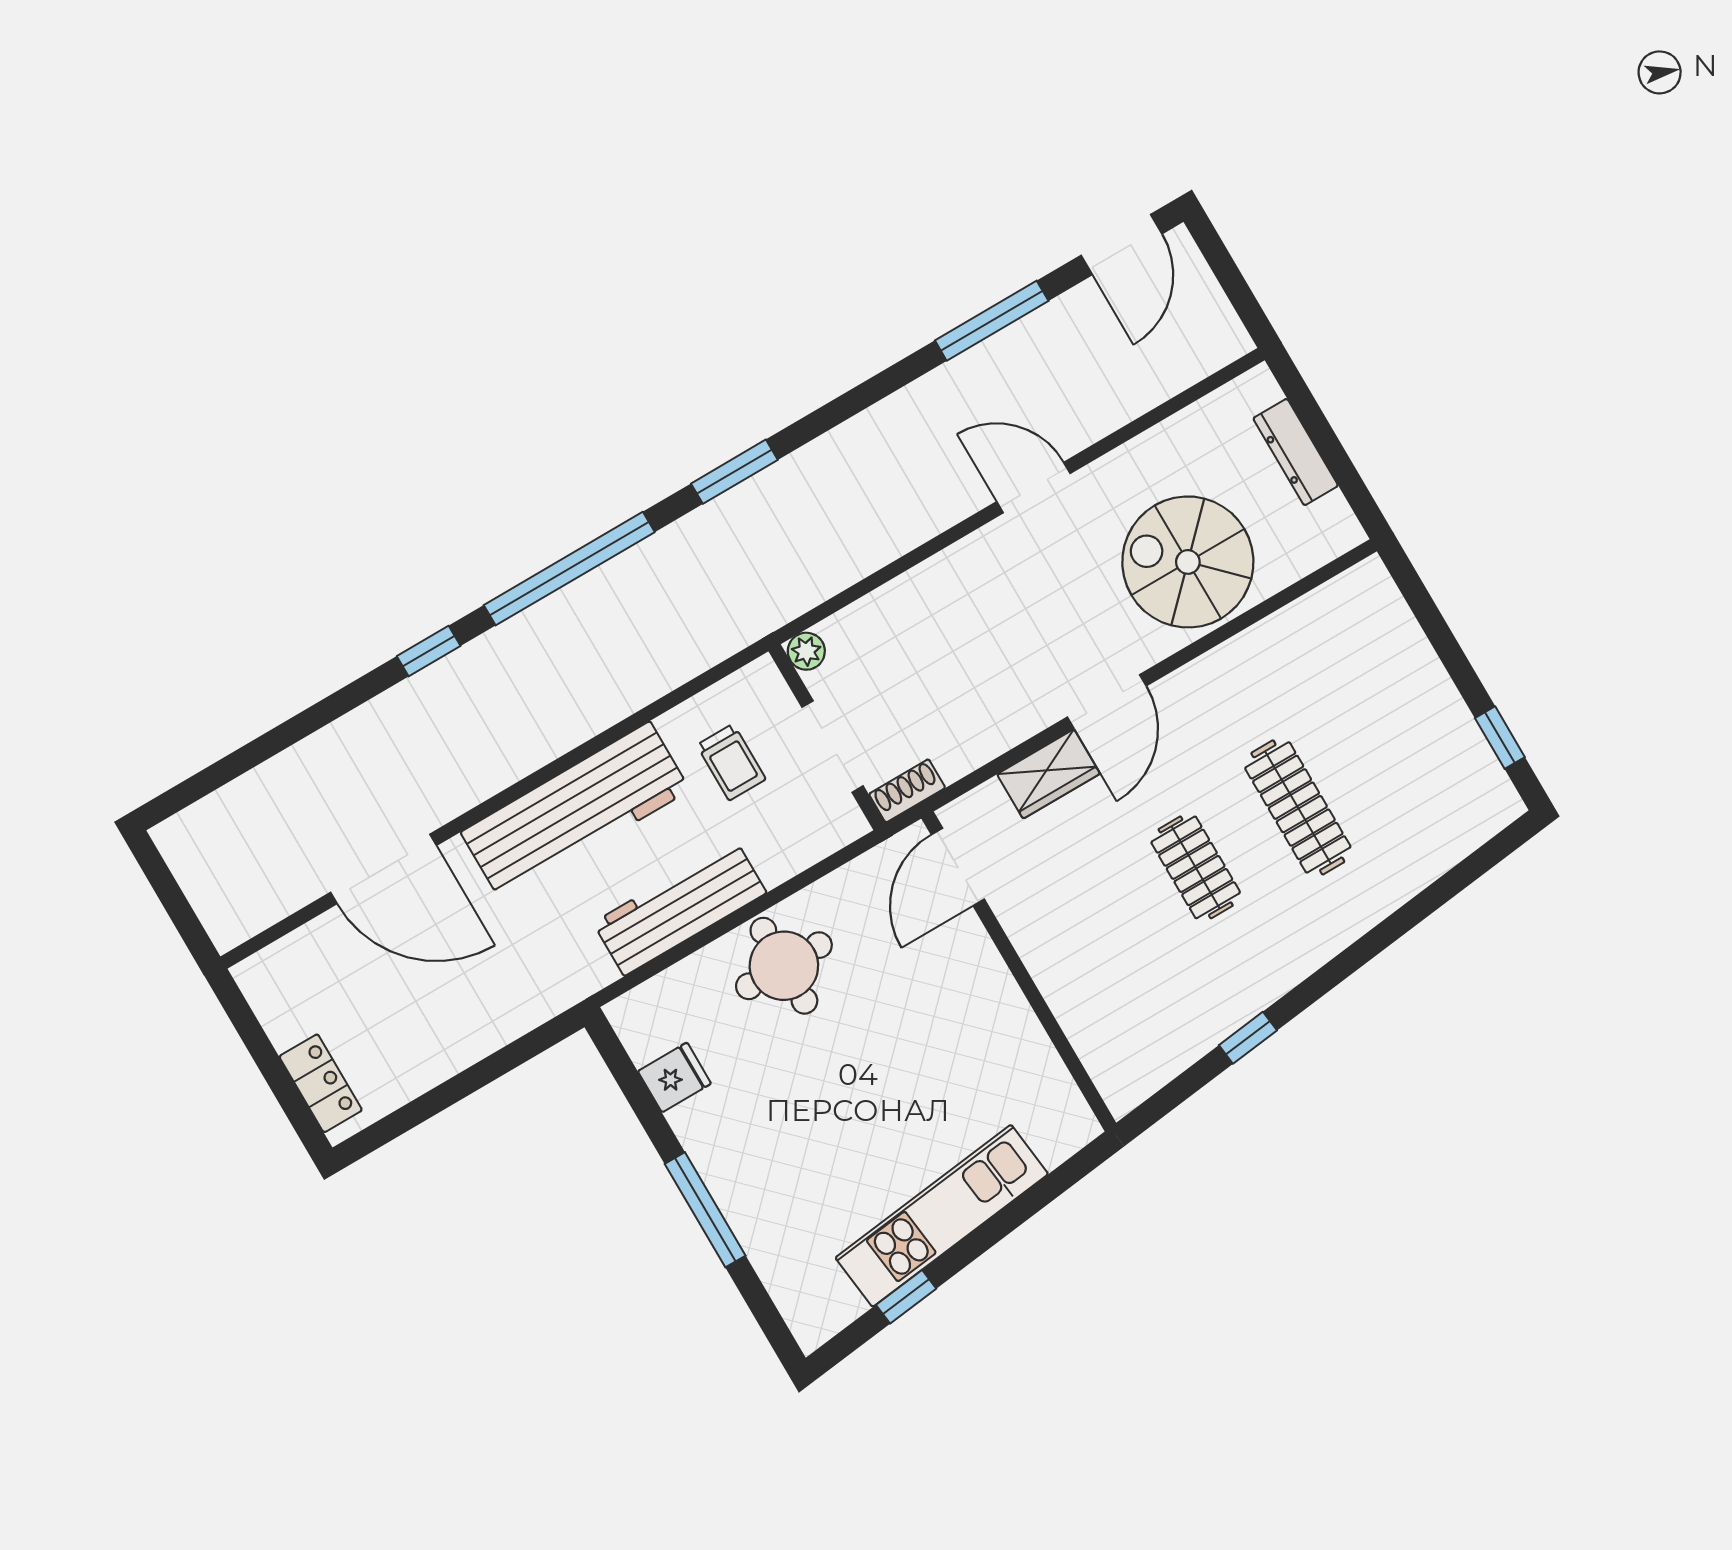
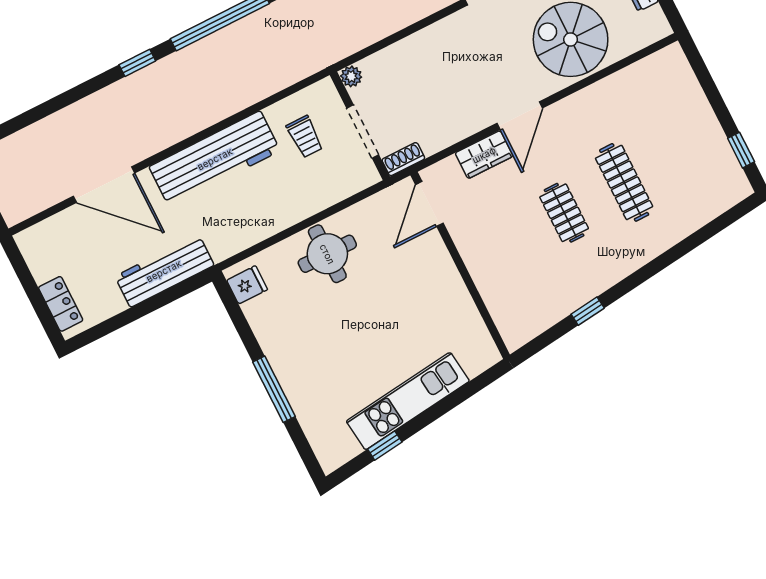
workbench: (680, 908) -> (164, 271), moved
fridge: (674, 1077) -> (247, 285), moved

